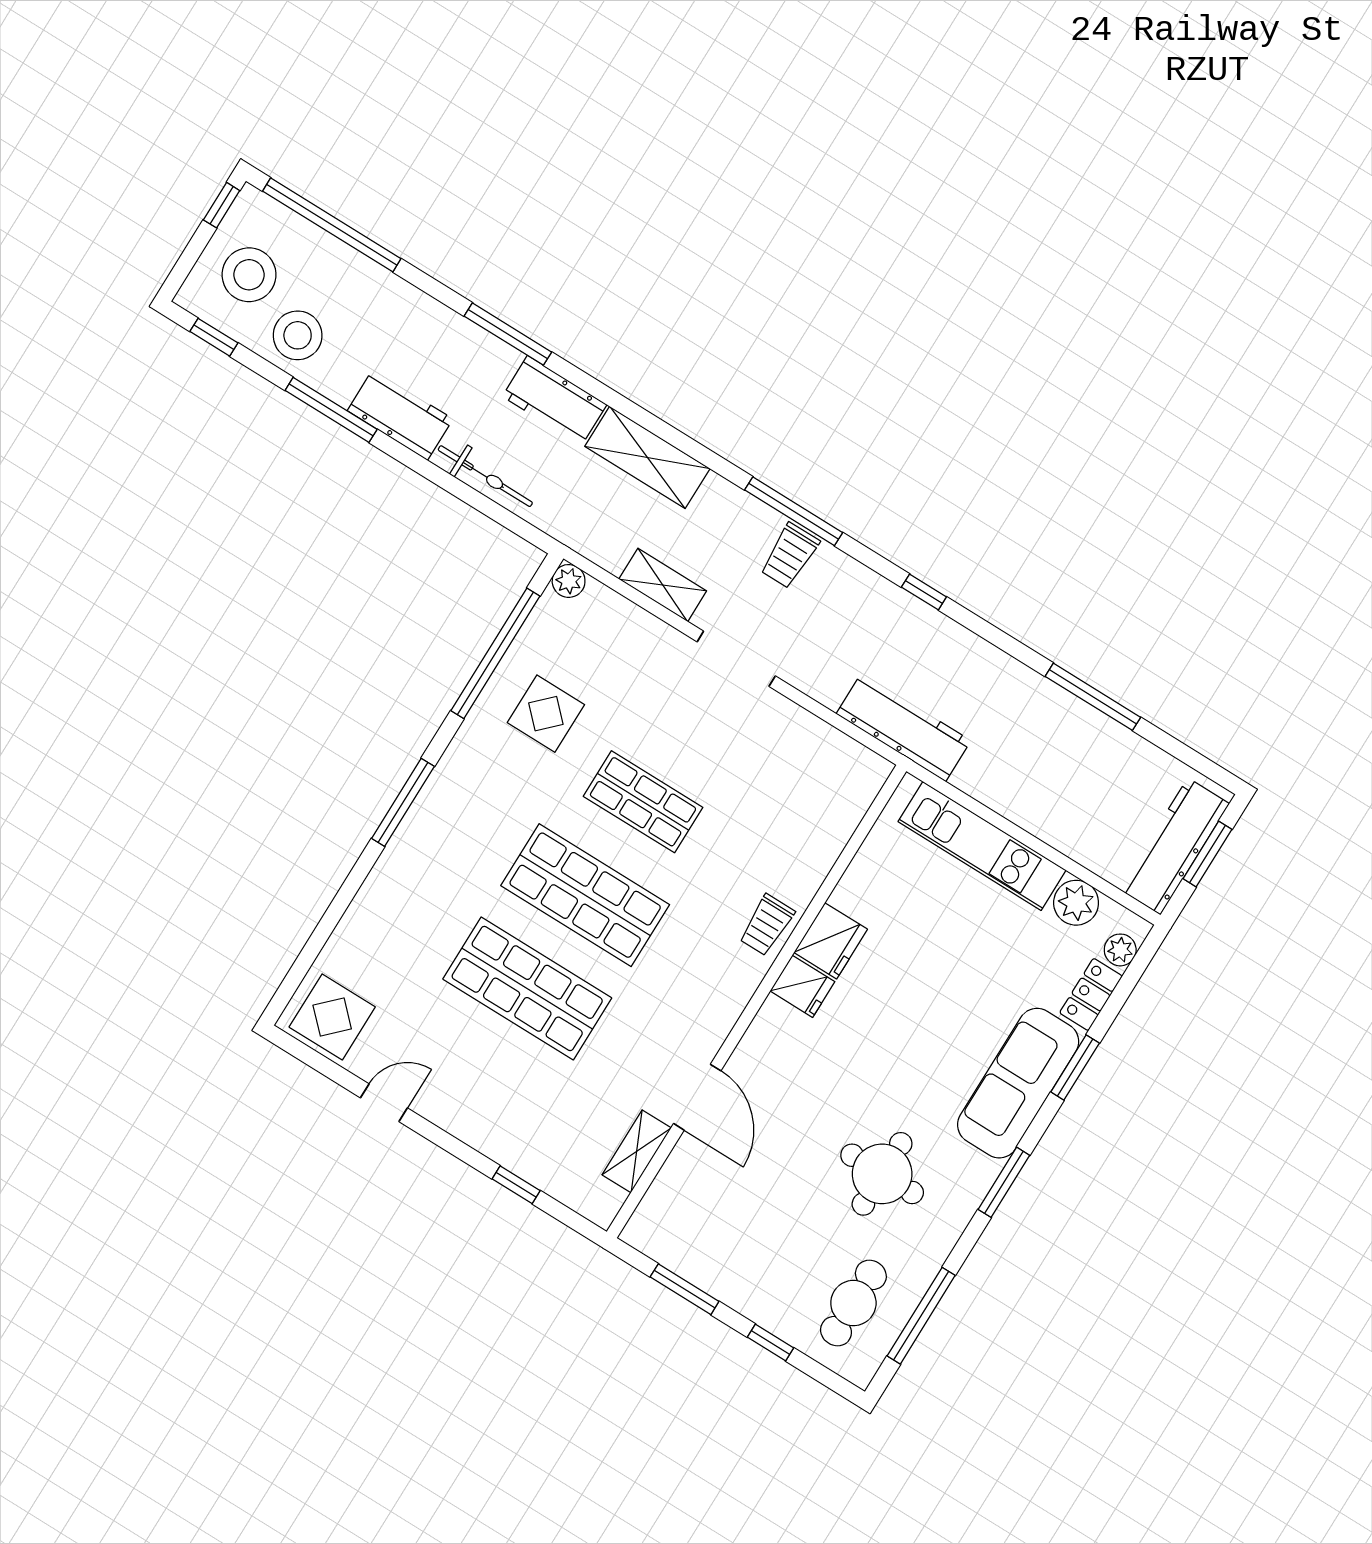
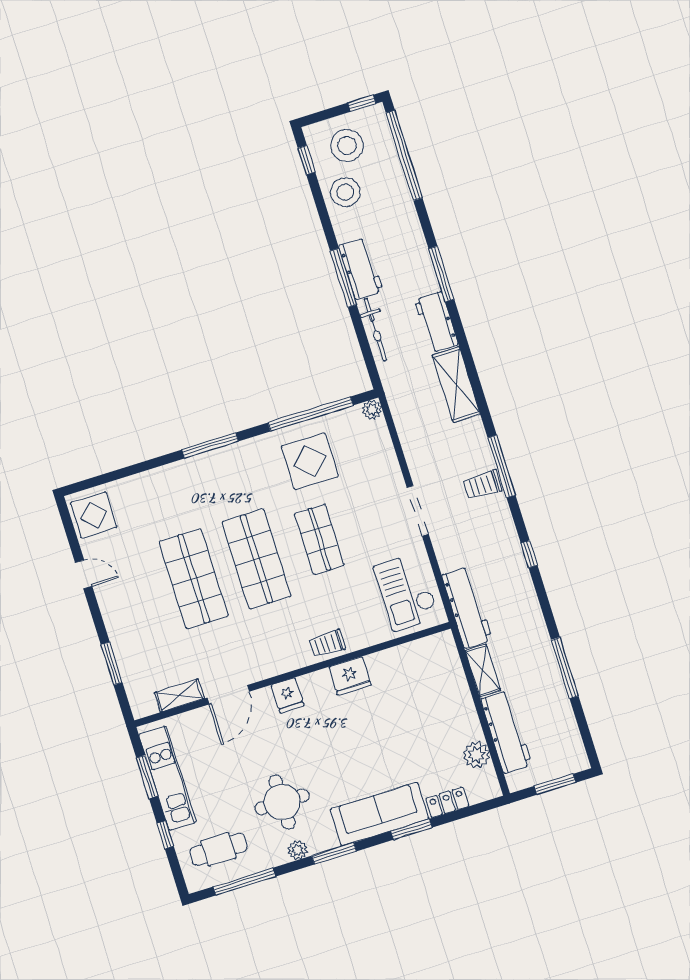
window: (331, 410) -> (343, 278), moved
shelving: (663, 585) -> (483, 671), moved
display table: (546, 714) -> (310, 461), width x1.36, depth x1.36
checkout: (810, 774) -> (406, 592), added
kitchen unit: (982, 846) -> (167, 778), moved, turned 180
workbench: (1174, 846) -> (506, 732), moved, turned 90
plant: (1120, 950) -> (298, 850), moved
fridge: (802, 986) -> (288, 695), moved
window: (516, 1185) -> (112, 663), width x1.50

